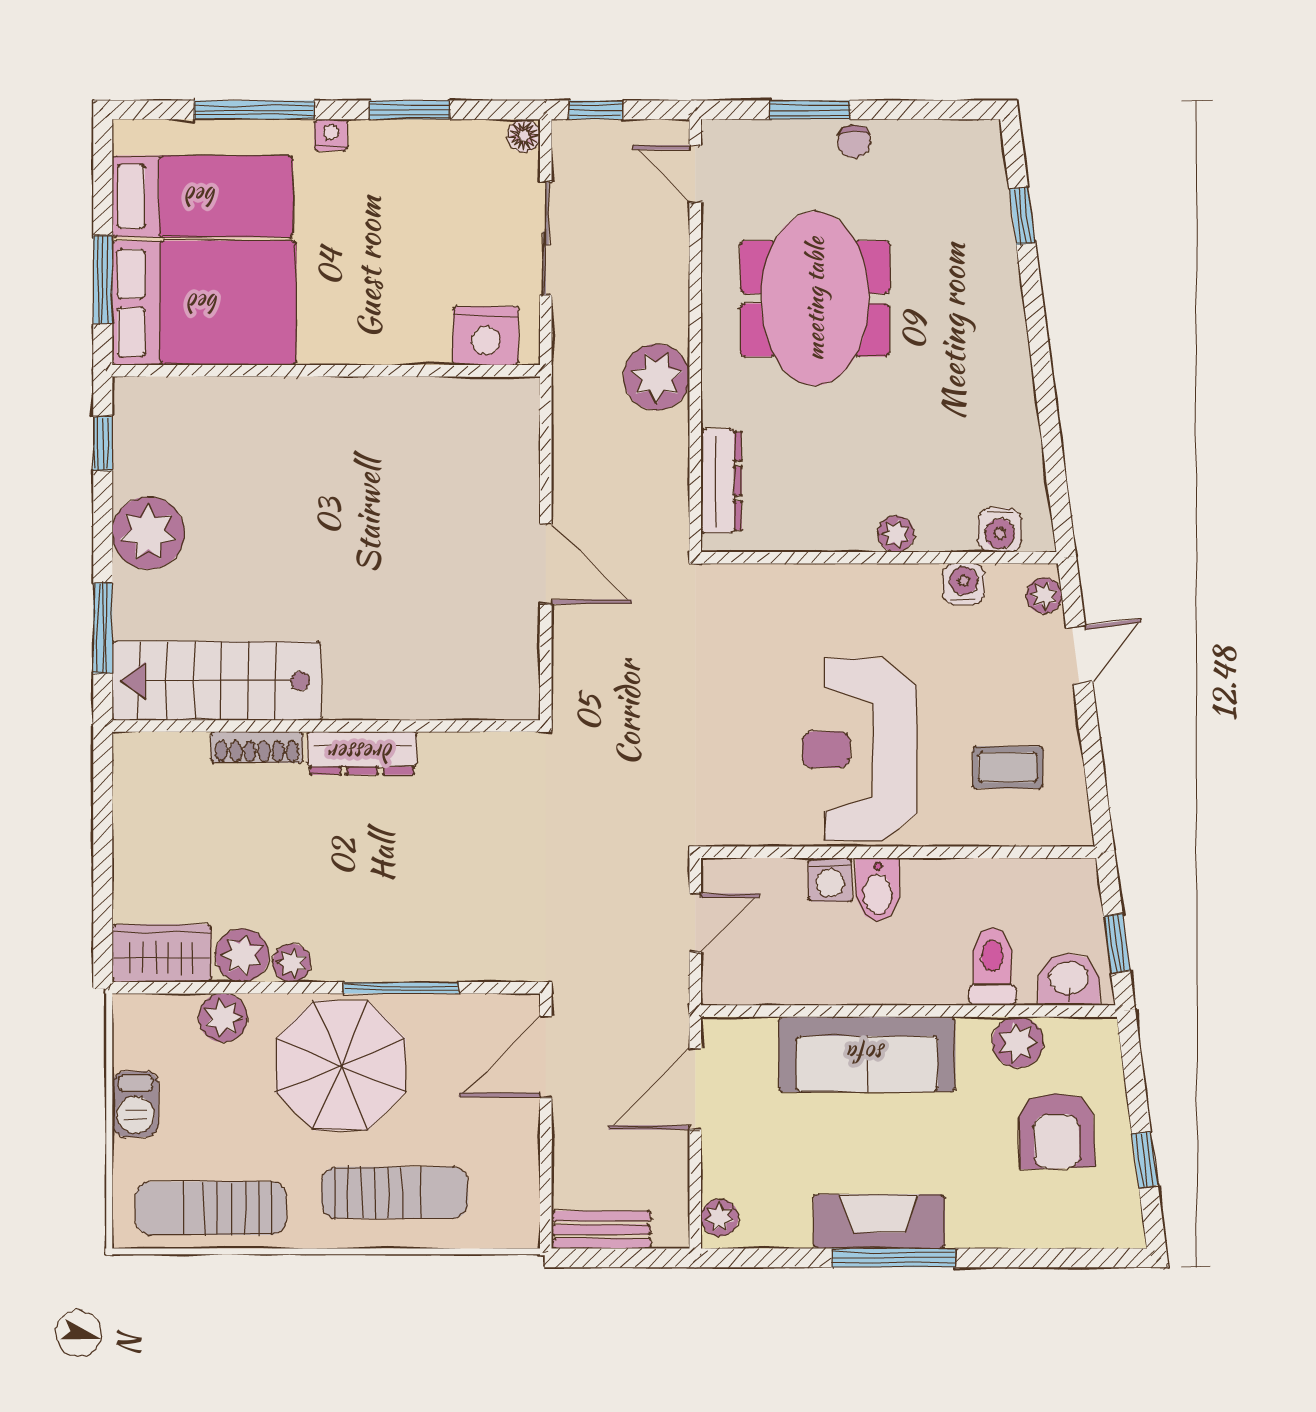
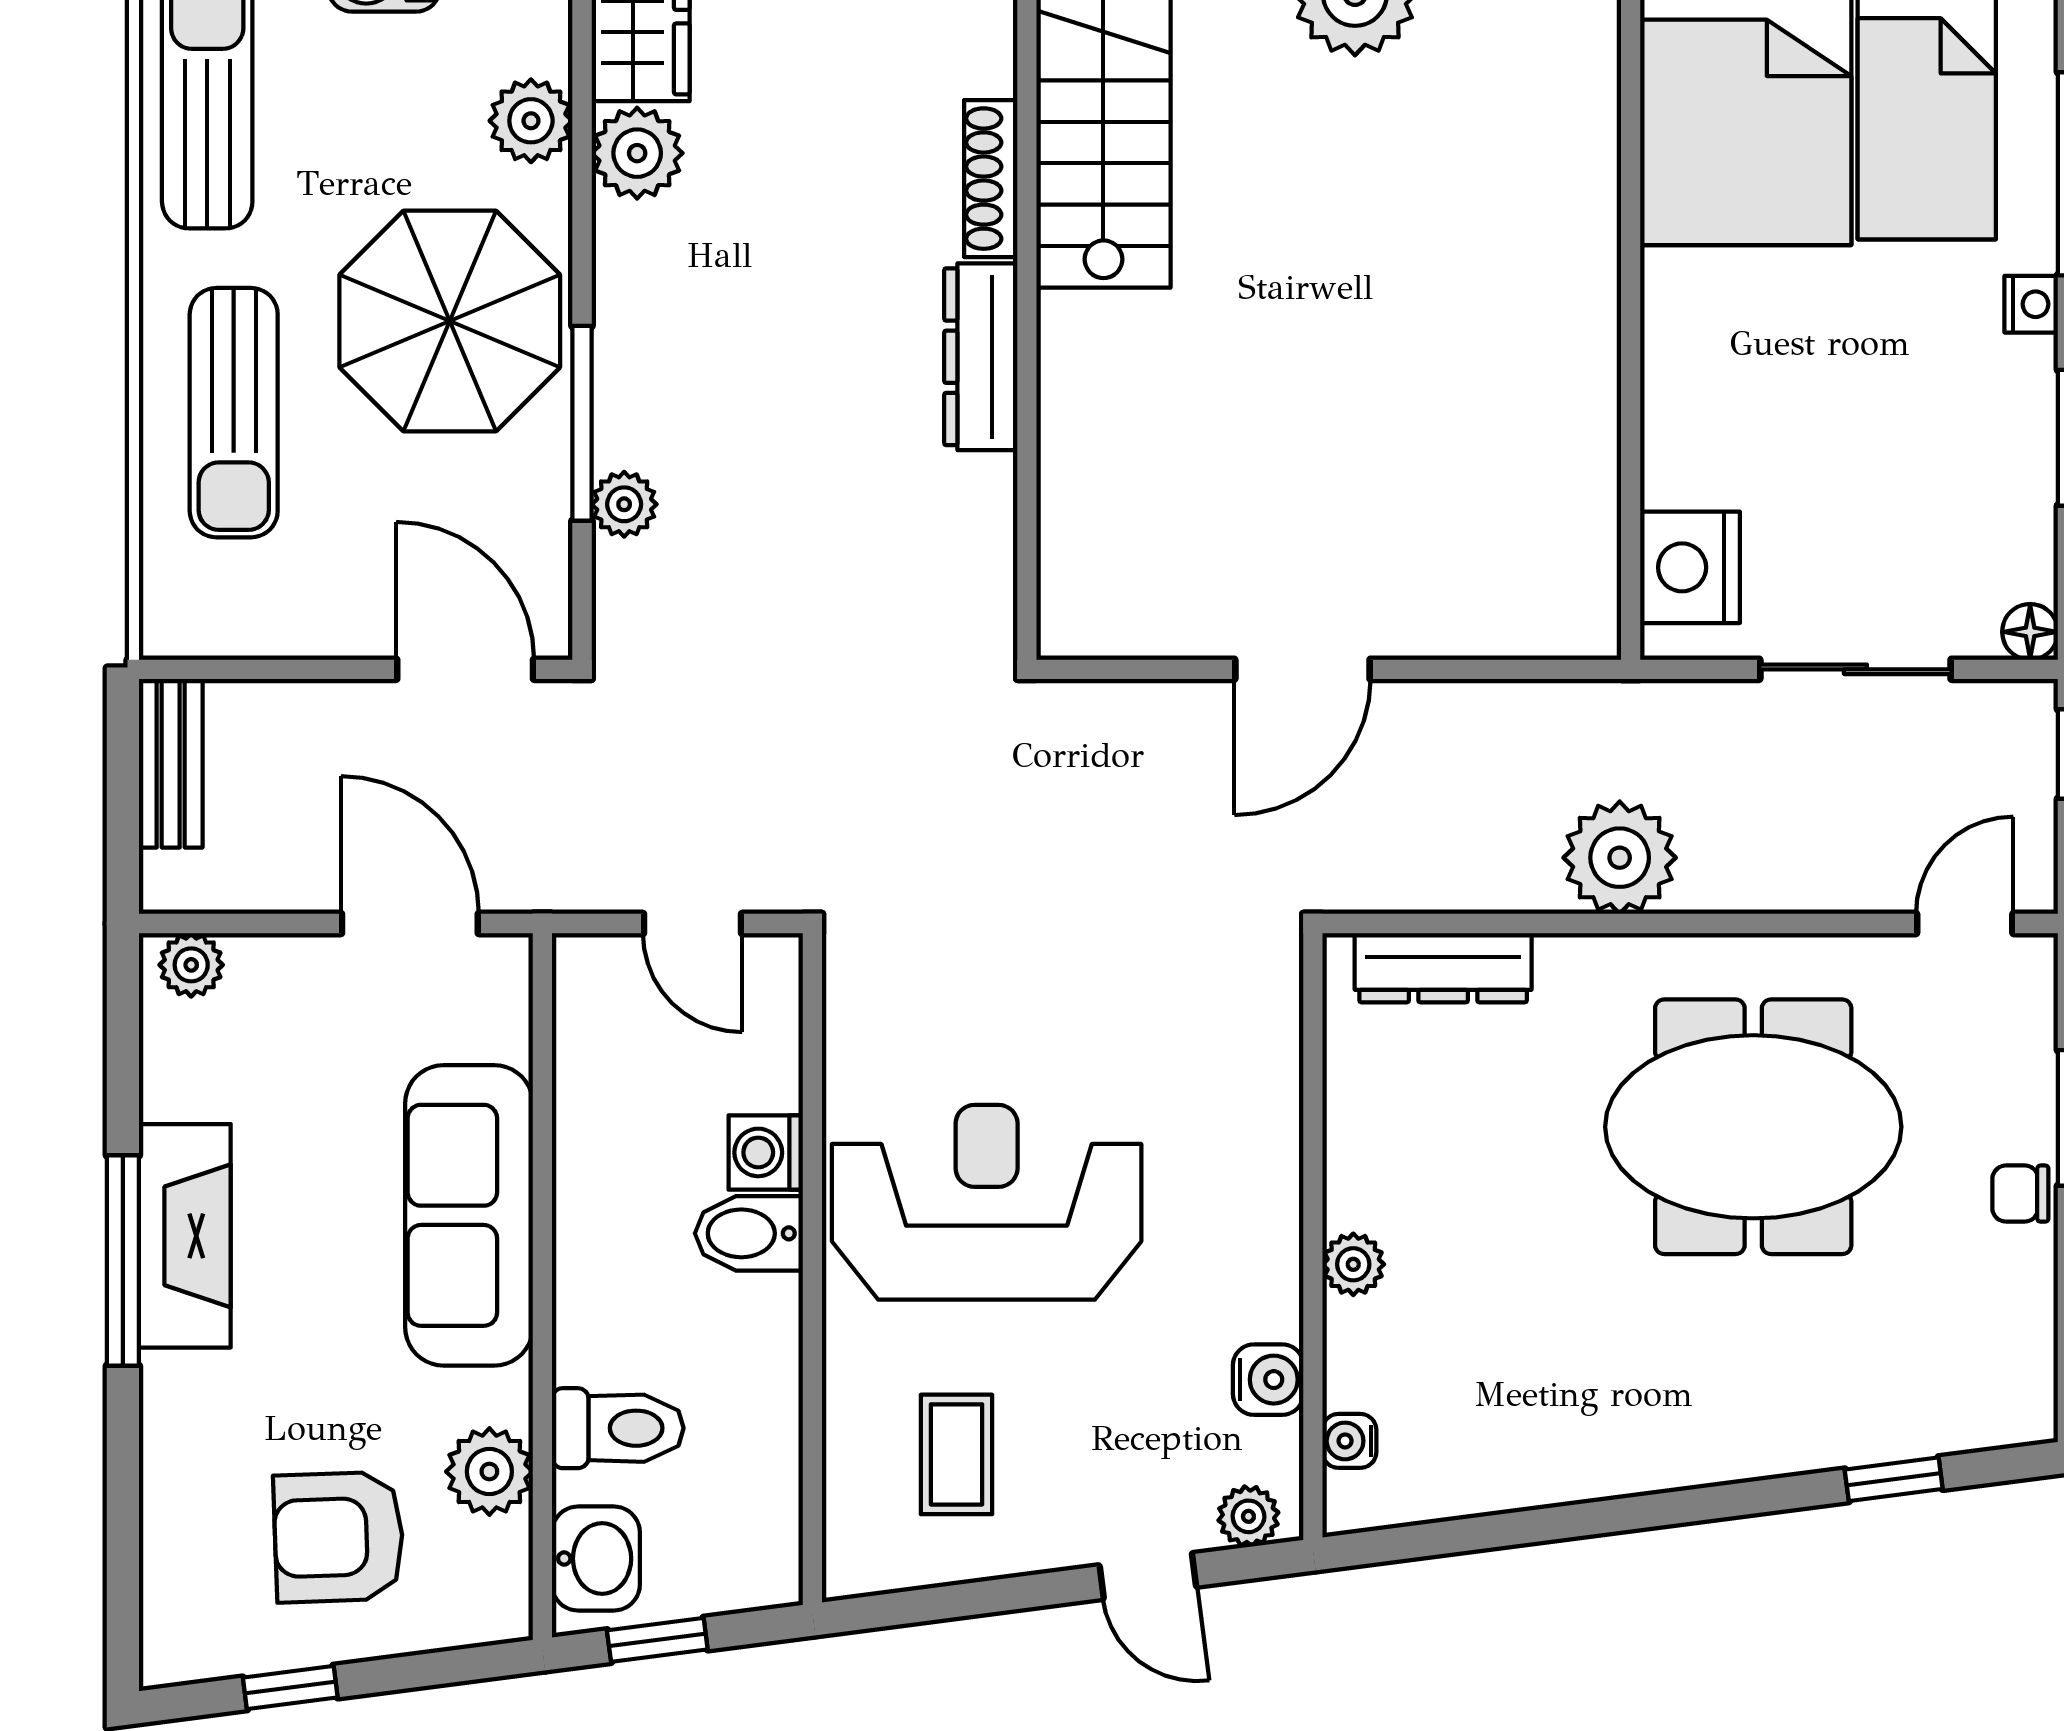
water cooler: (1000, 530) -> (1349, 1441), width x0.72, depth x0.72
plant: (292, 963) -> (624, 504), moved

